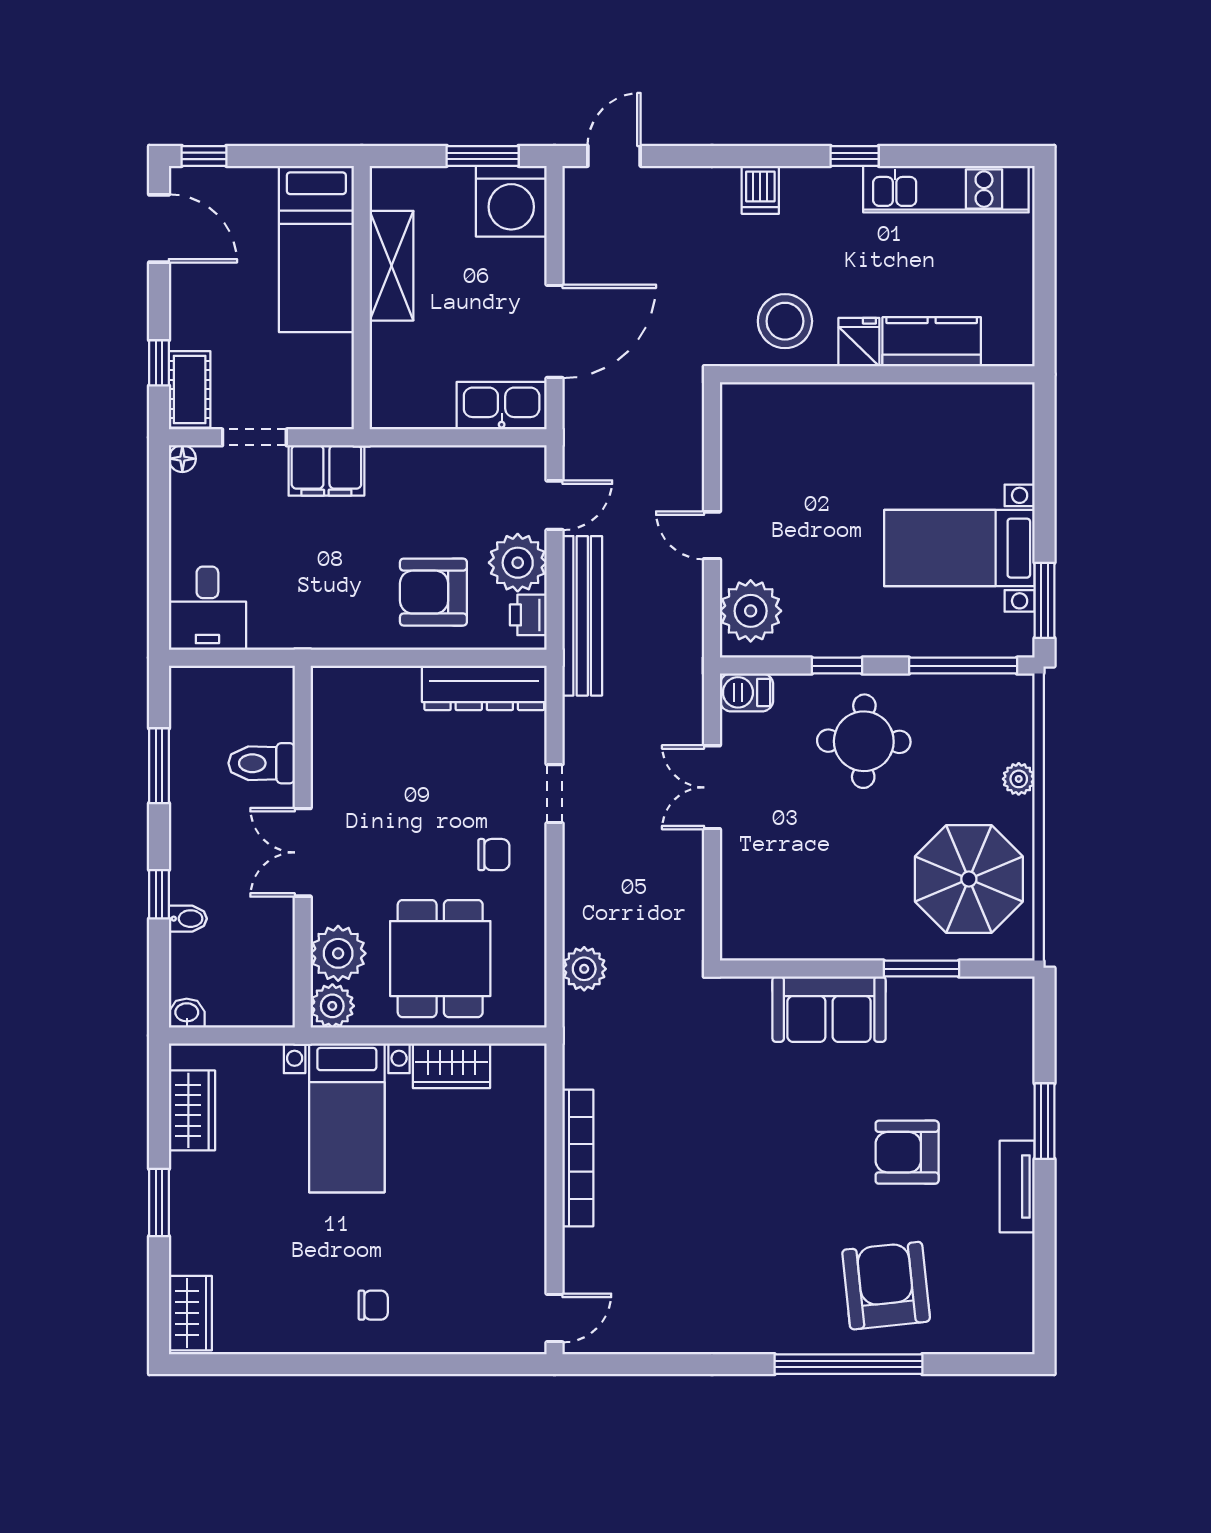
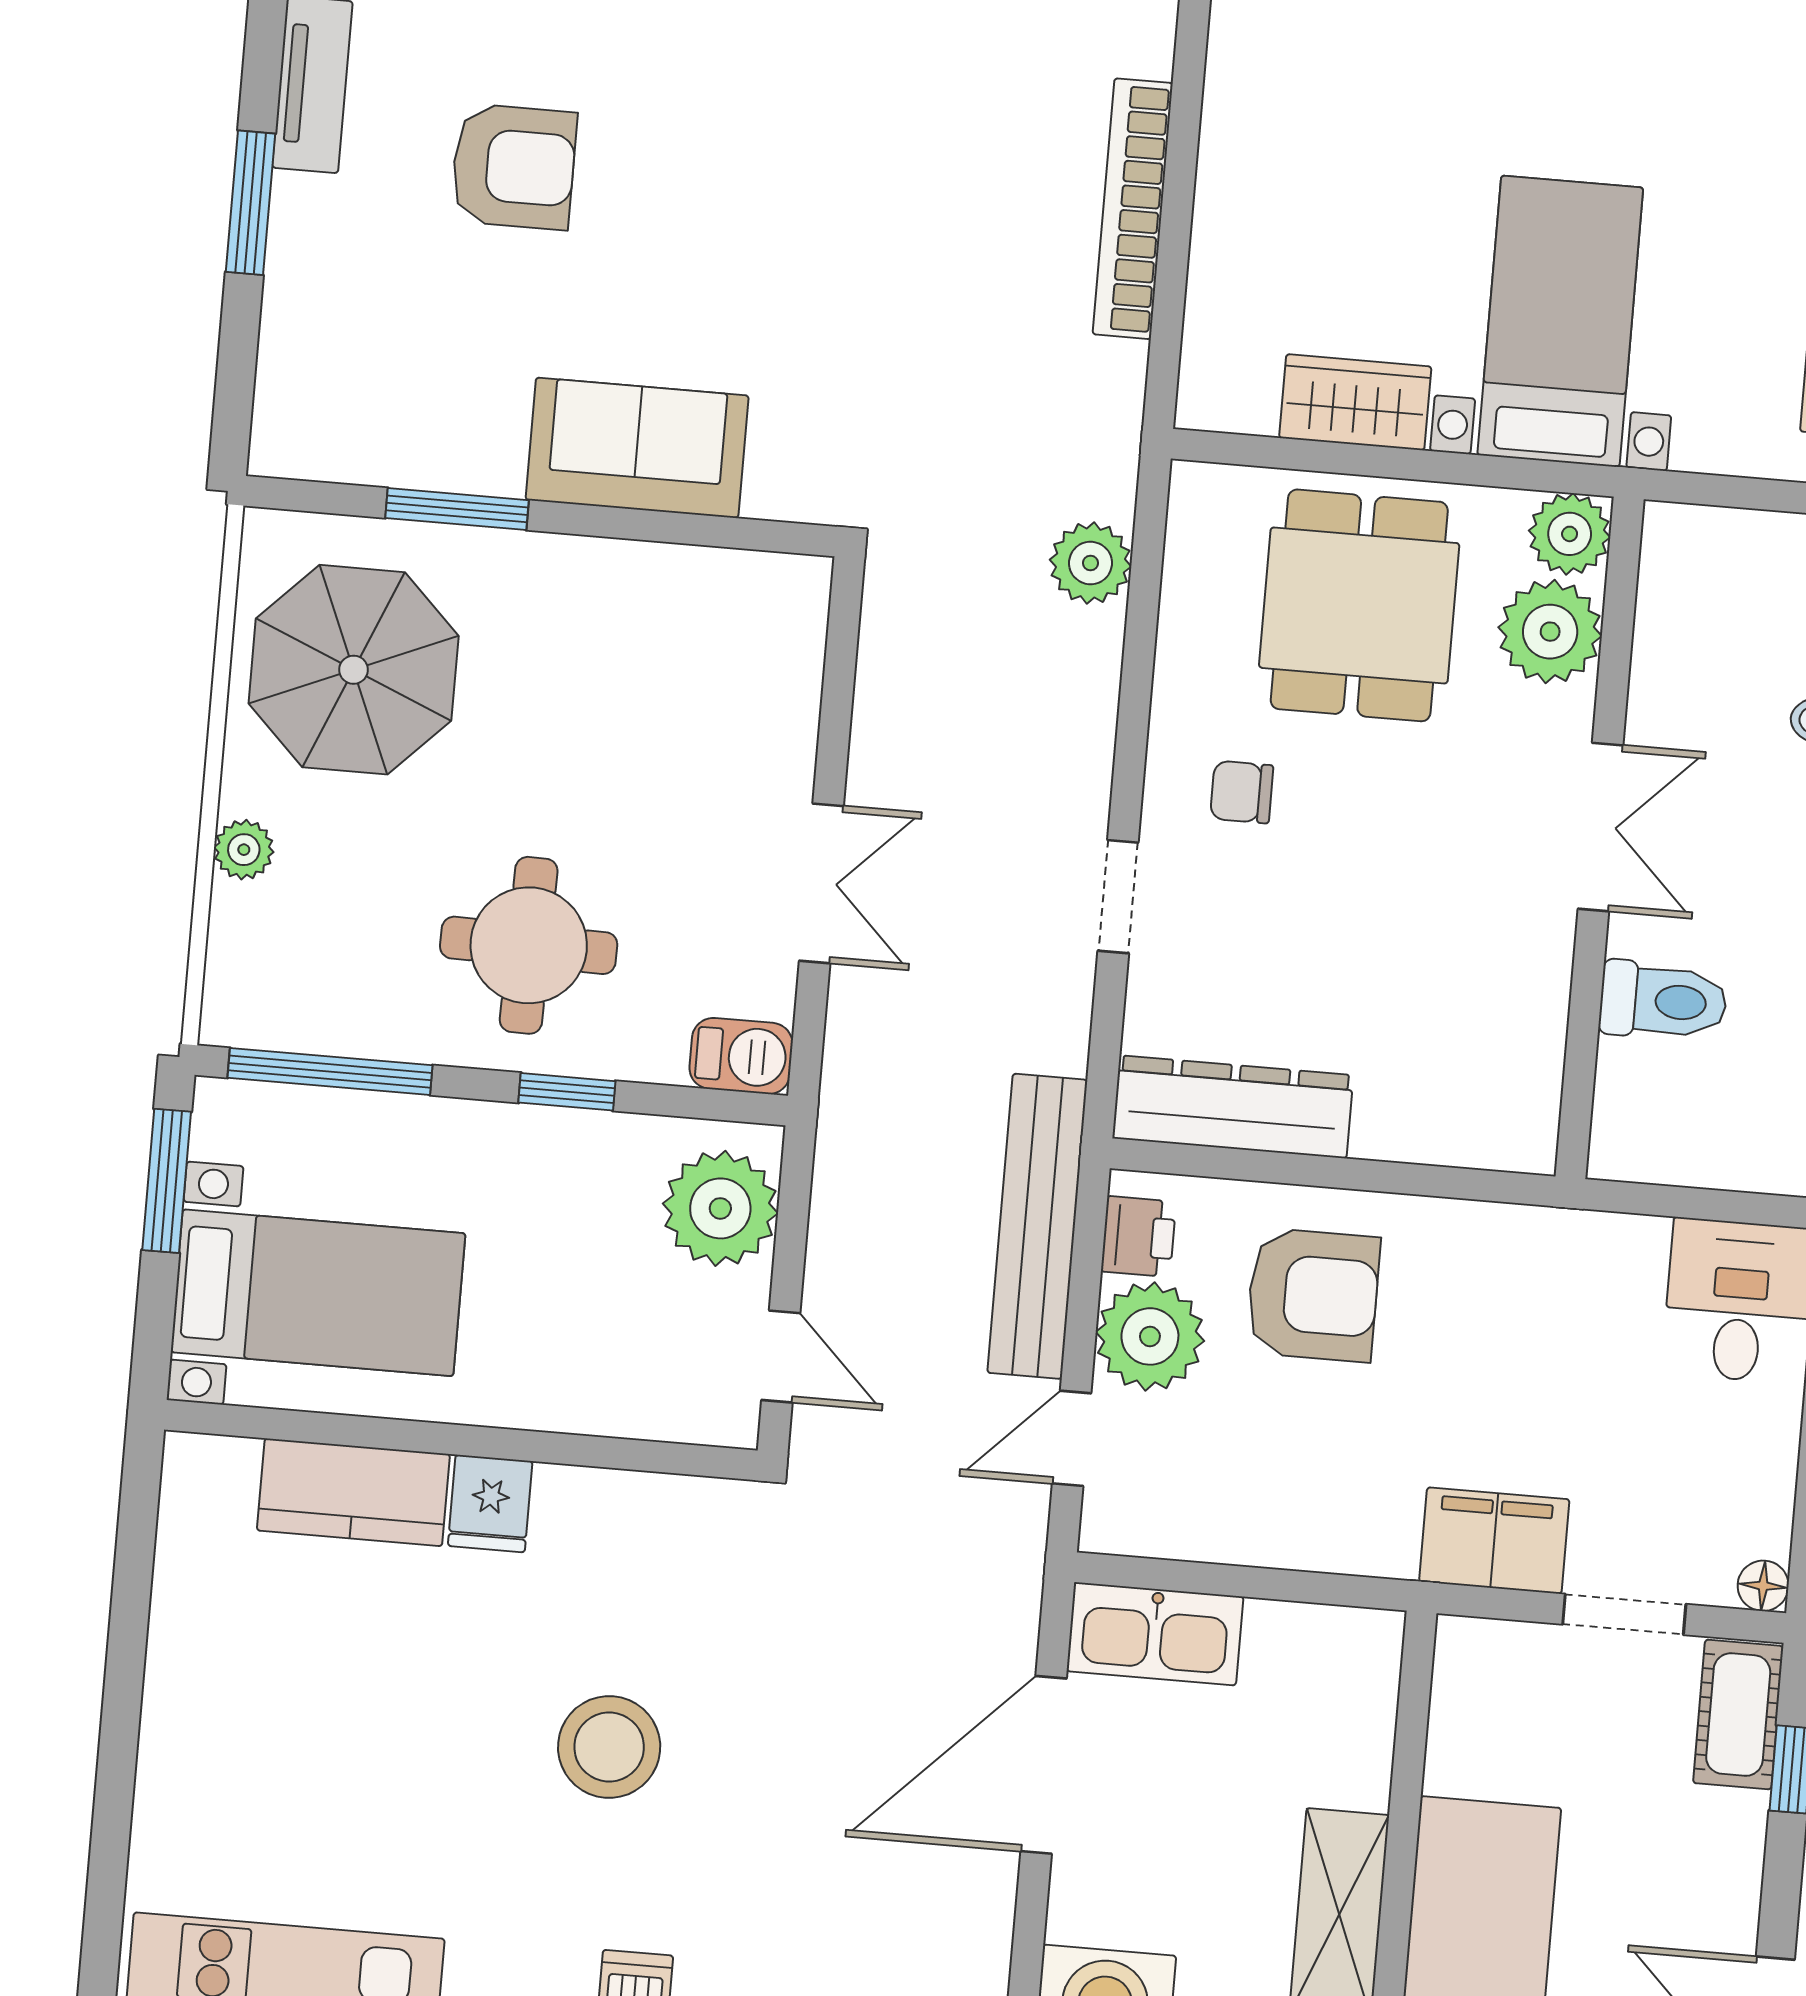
fridge: (859, 342) -> (490, 1504), moved
kitchen counter: (932, 342) -> (353, 1492), moved
wall: (877, 374) -> (461, 1440), moved

